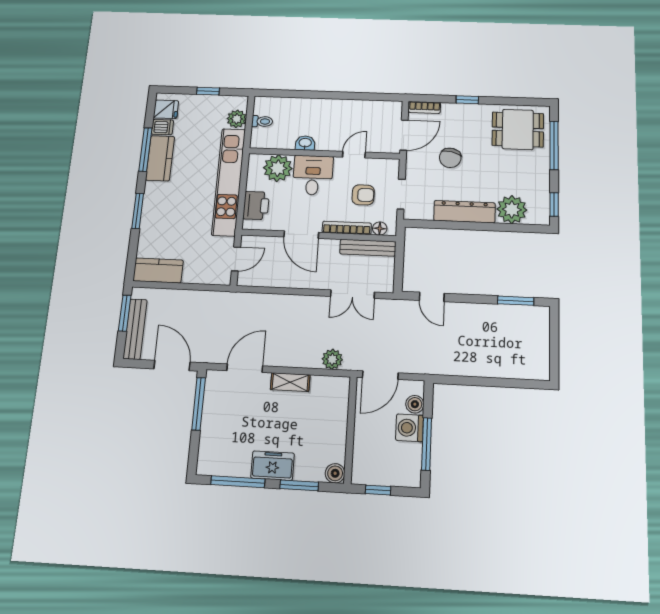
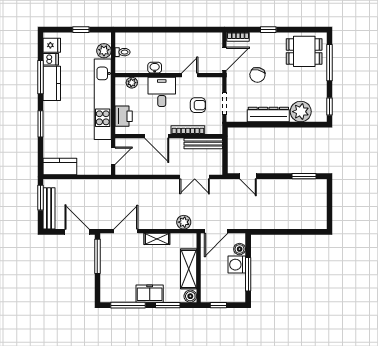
plant: (278, 168) -> (132, 83), width x0.53, depth x0.53
floor lamp: (380, 228) -> (211, 129), removed
shelving: (335, 431) -> (189, 269), added

